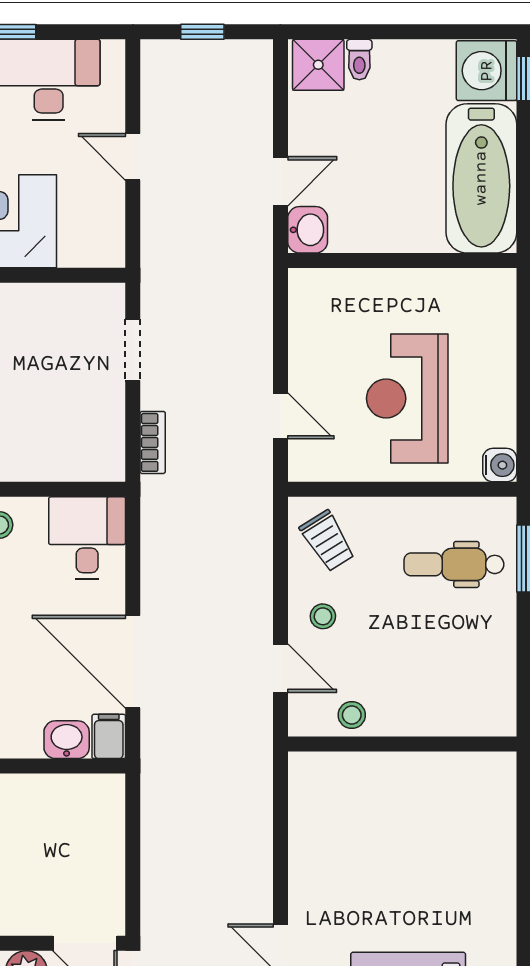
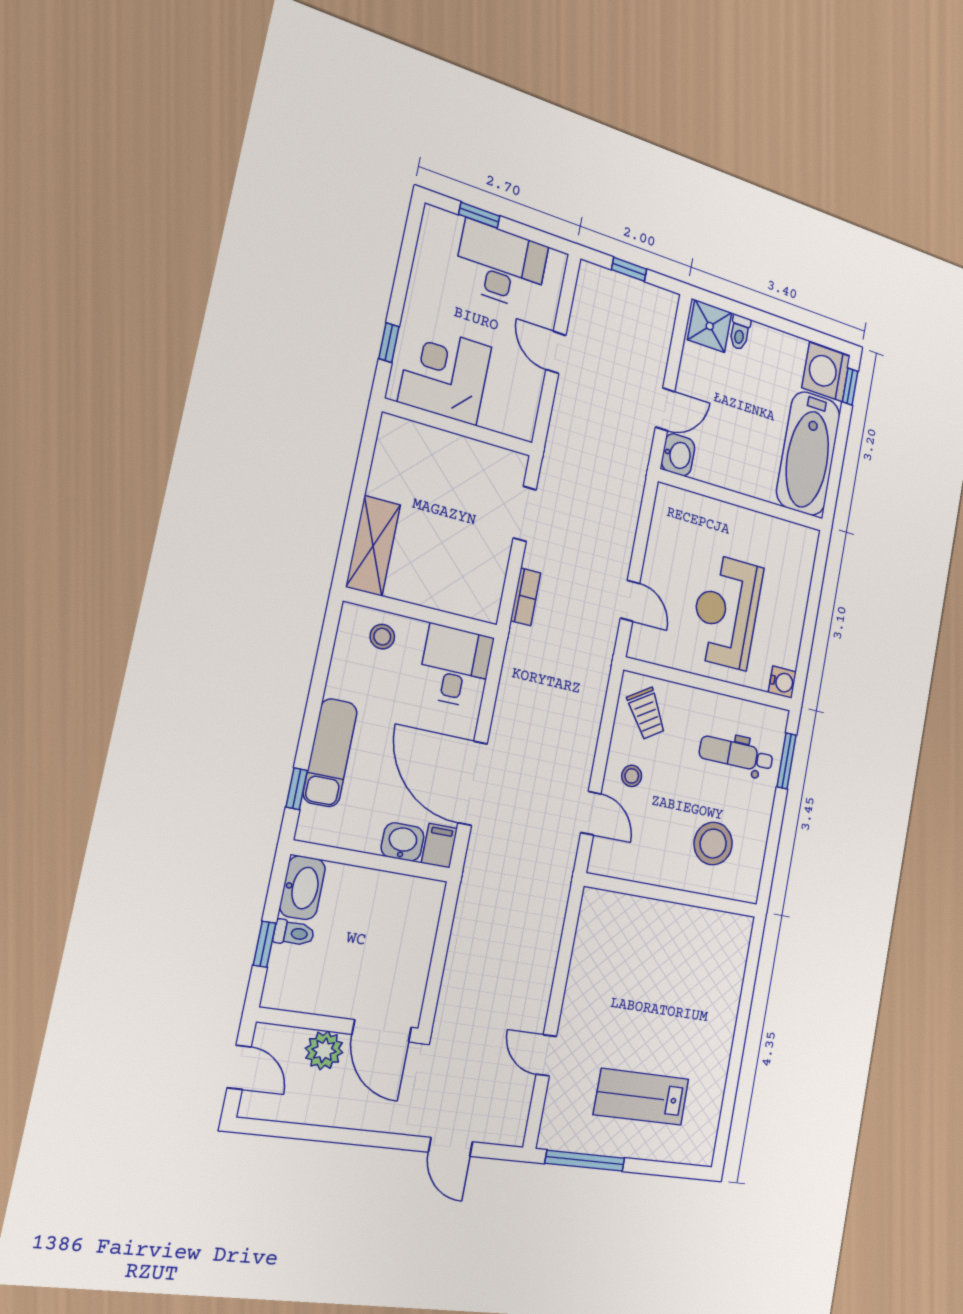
stool: (352, 715) -> (713, 844), moved, width x1.89, depth x1.89

